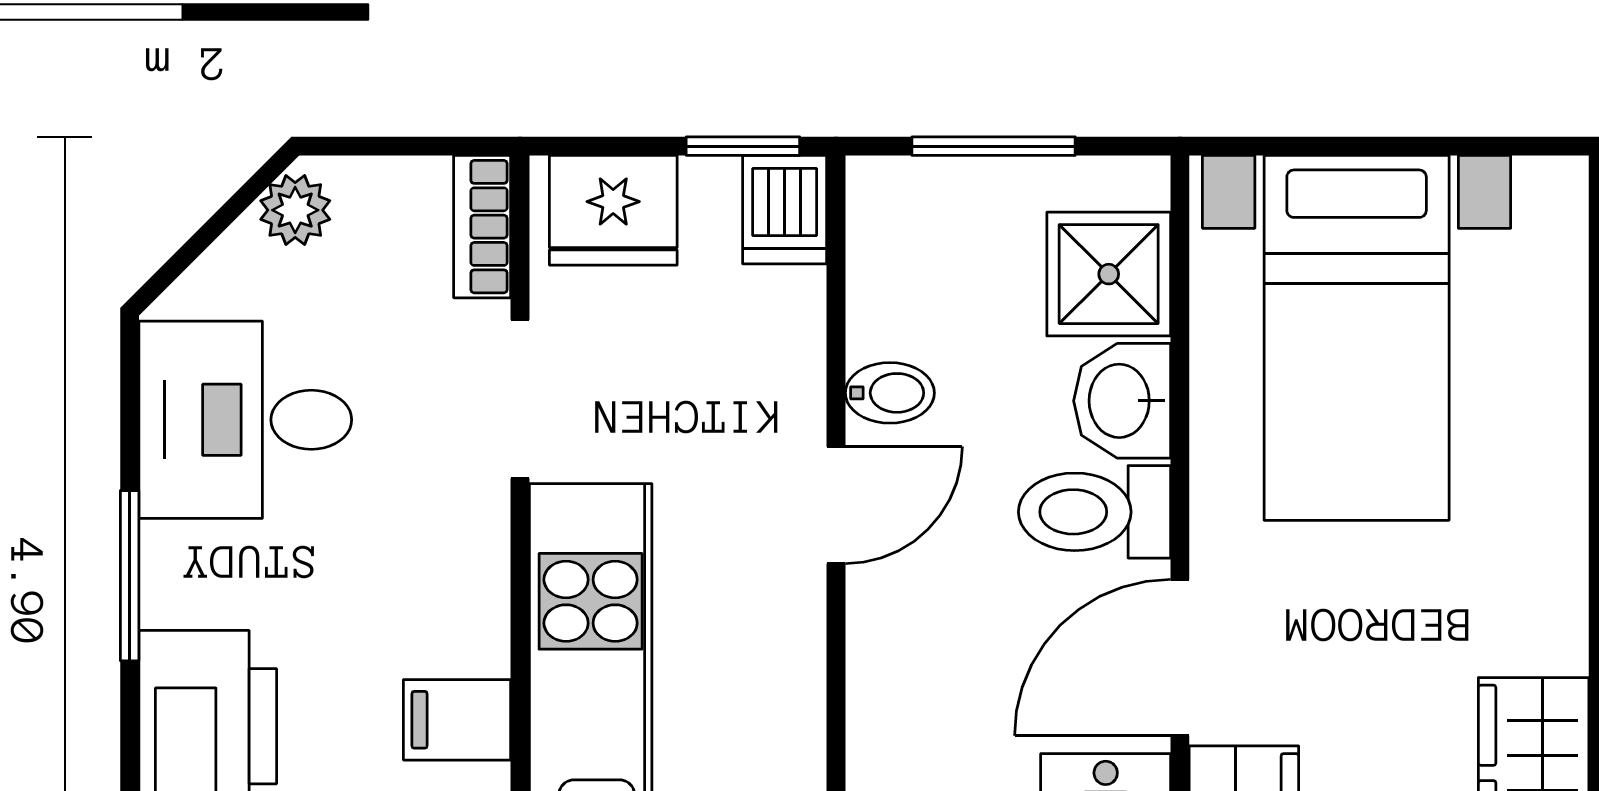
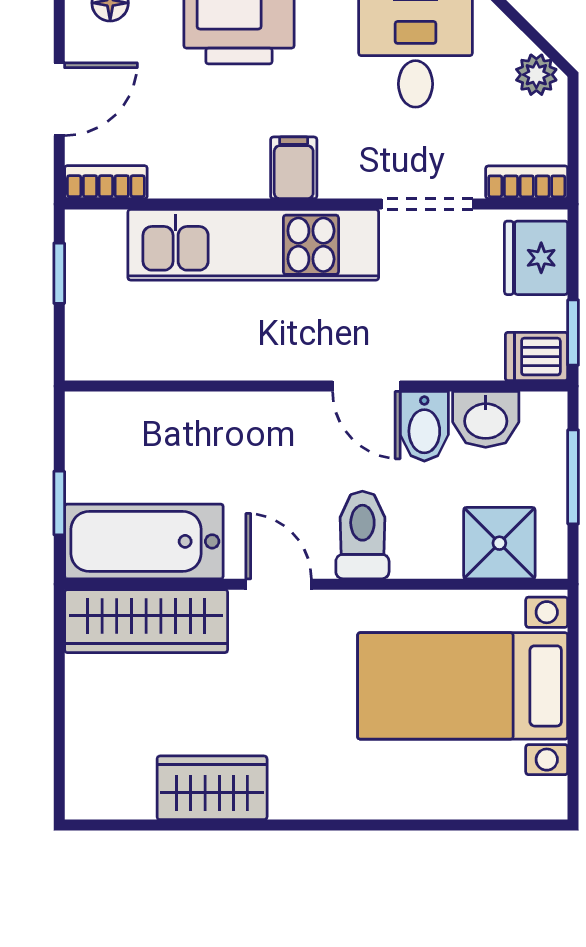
bidet: (890, 393) -> (424, 426), width x1.38, depth x1.36
washbasin: (1122, 401) -> (486, 419), moved, turned 180
door: (1180, 657) -> (279, 584), width x0.73
filing cabinet: (457, 720) -> (294, 168), moved

